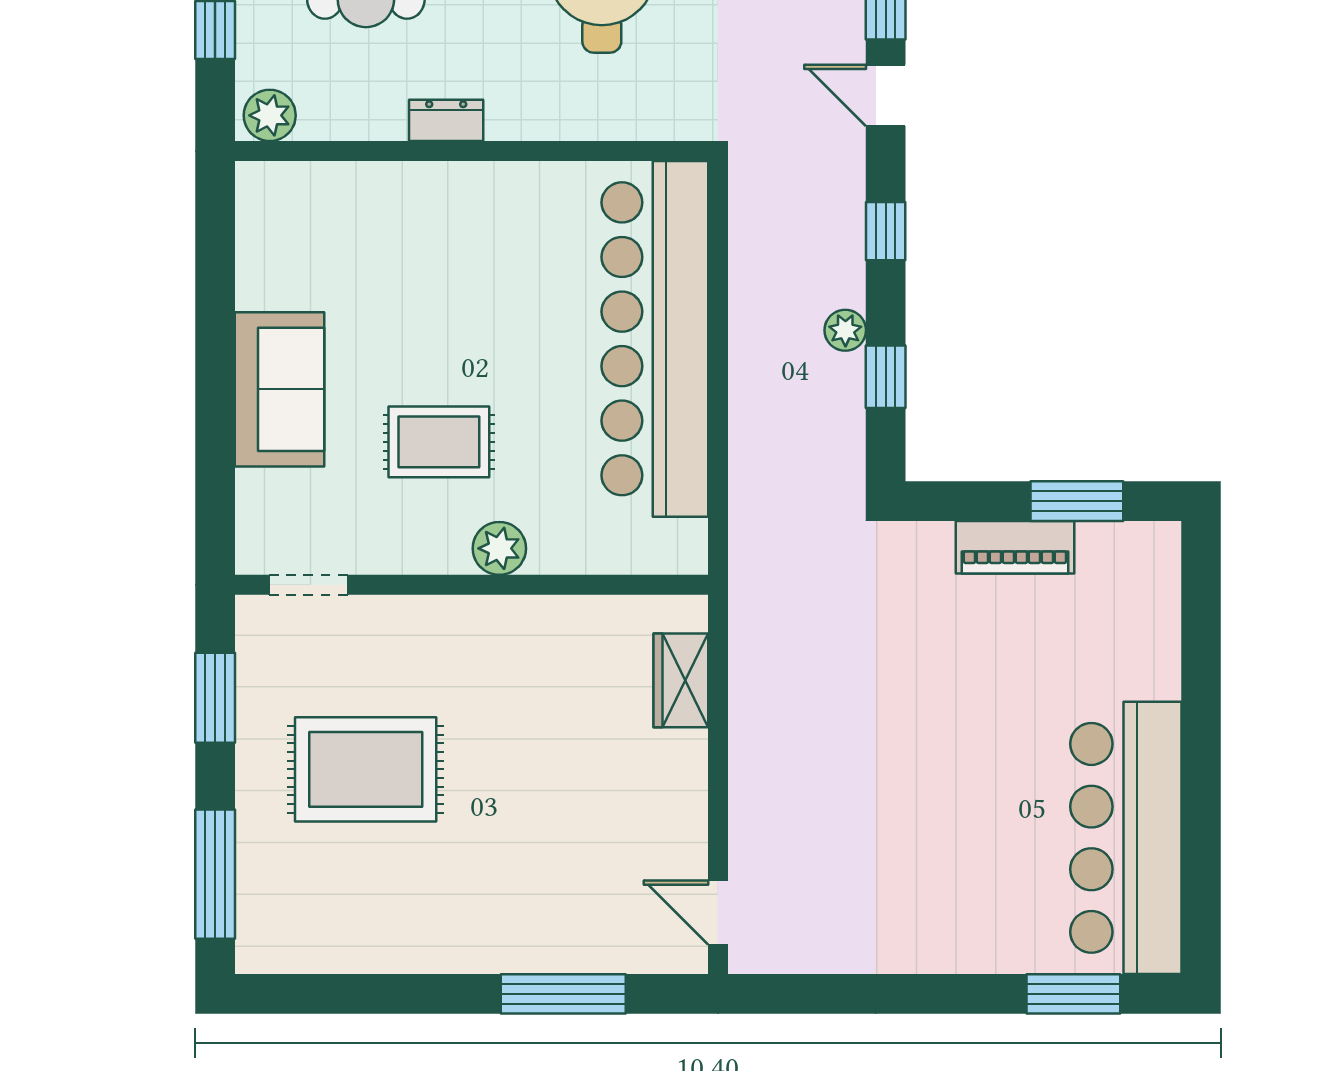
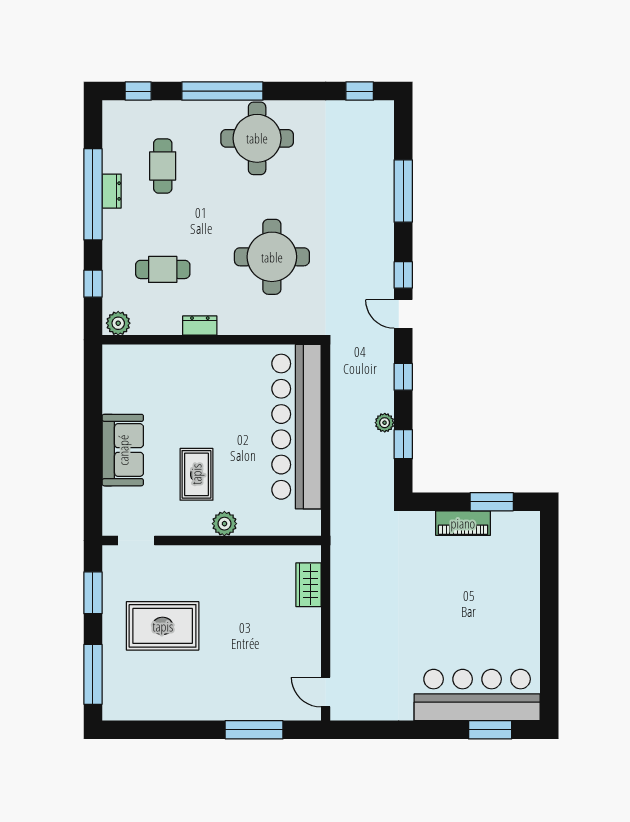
rug: (439, 442) -> (196, 474), turned 90
bar counter: (1126, 838) -> (477, 695), moved, turned 90

